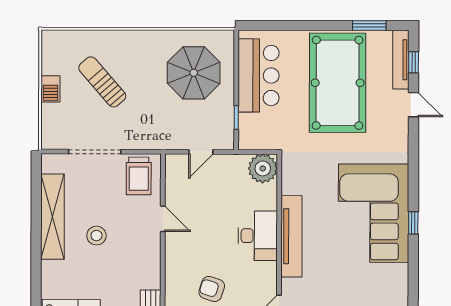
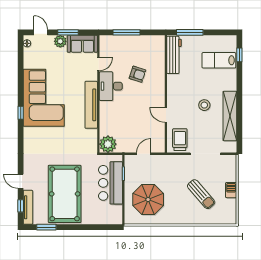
bar counter: (259, 75) -> (110, 183), moved
corner sofa: (374, 213) -> (44, 98), moved
desk: (258, 236) -> (111, 86), moved

